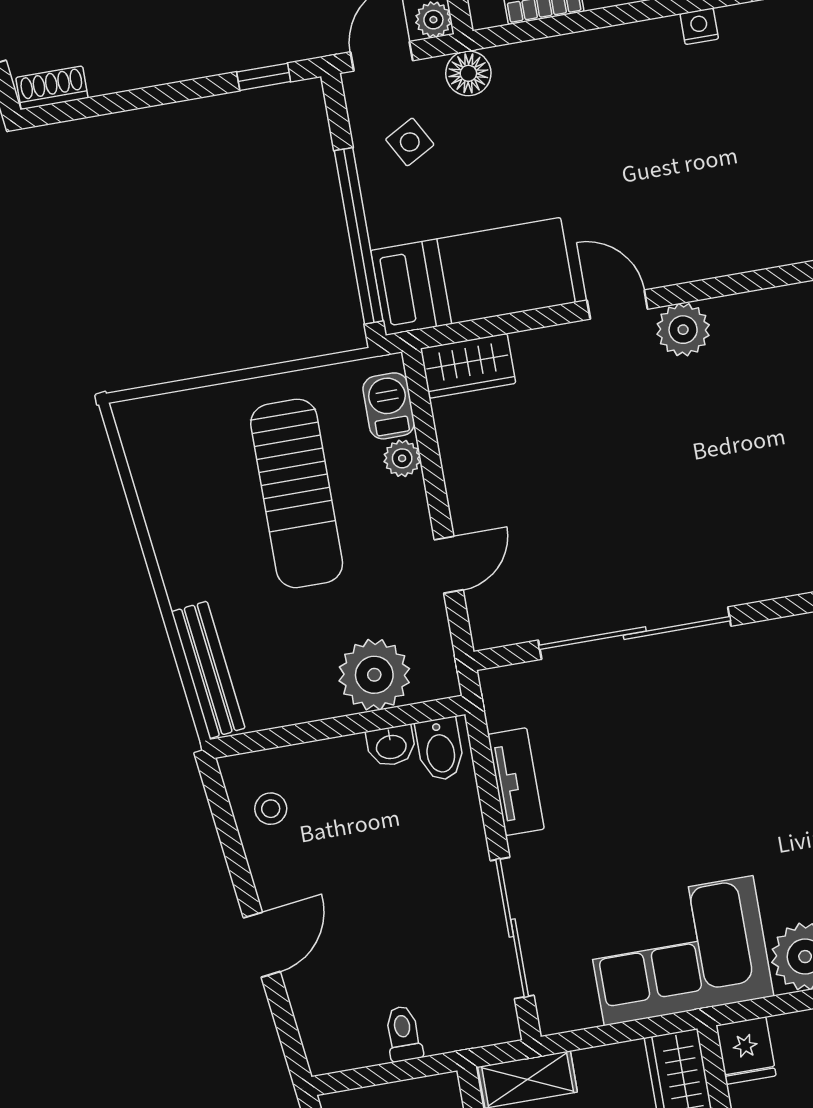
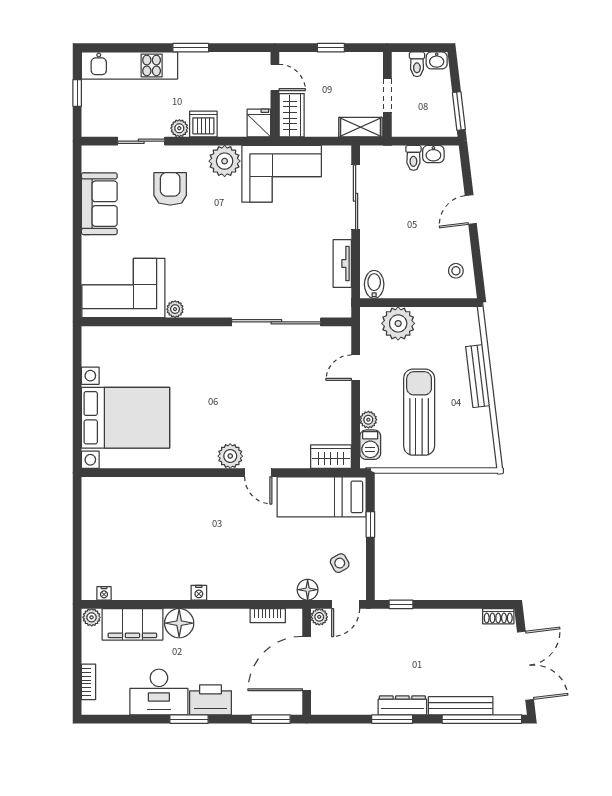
window: (359, 236) -> (370, 524), width x0.32
bench: (208, 670) -> (478, 376), moved
washbasin: (391, 746) -> (433, 154), moved, turned 180

